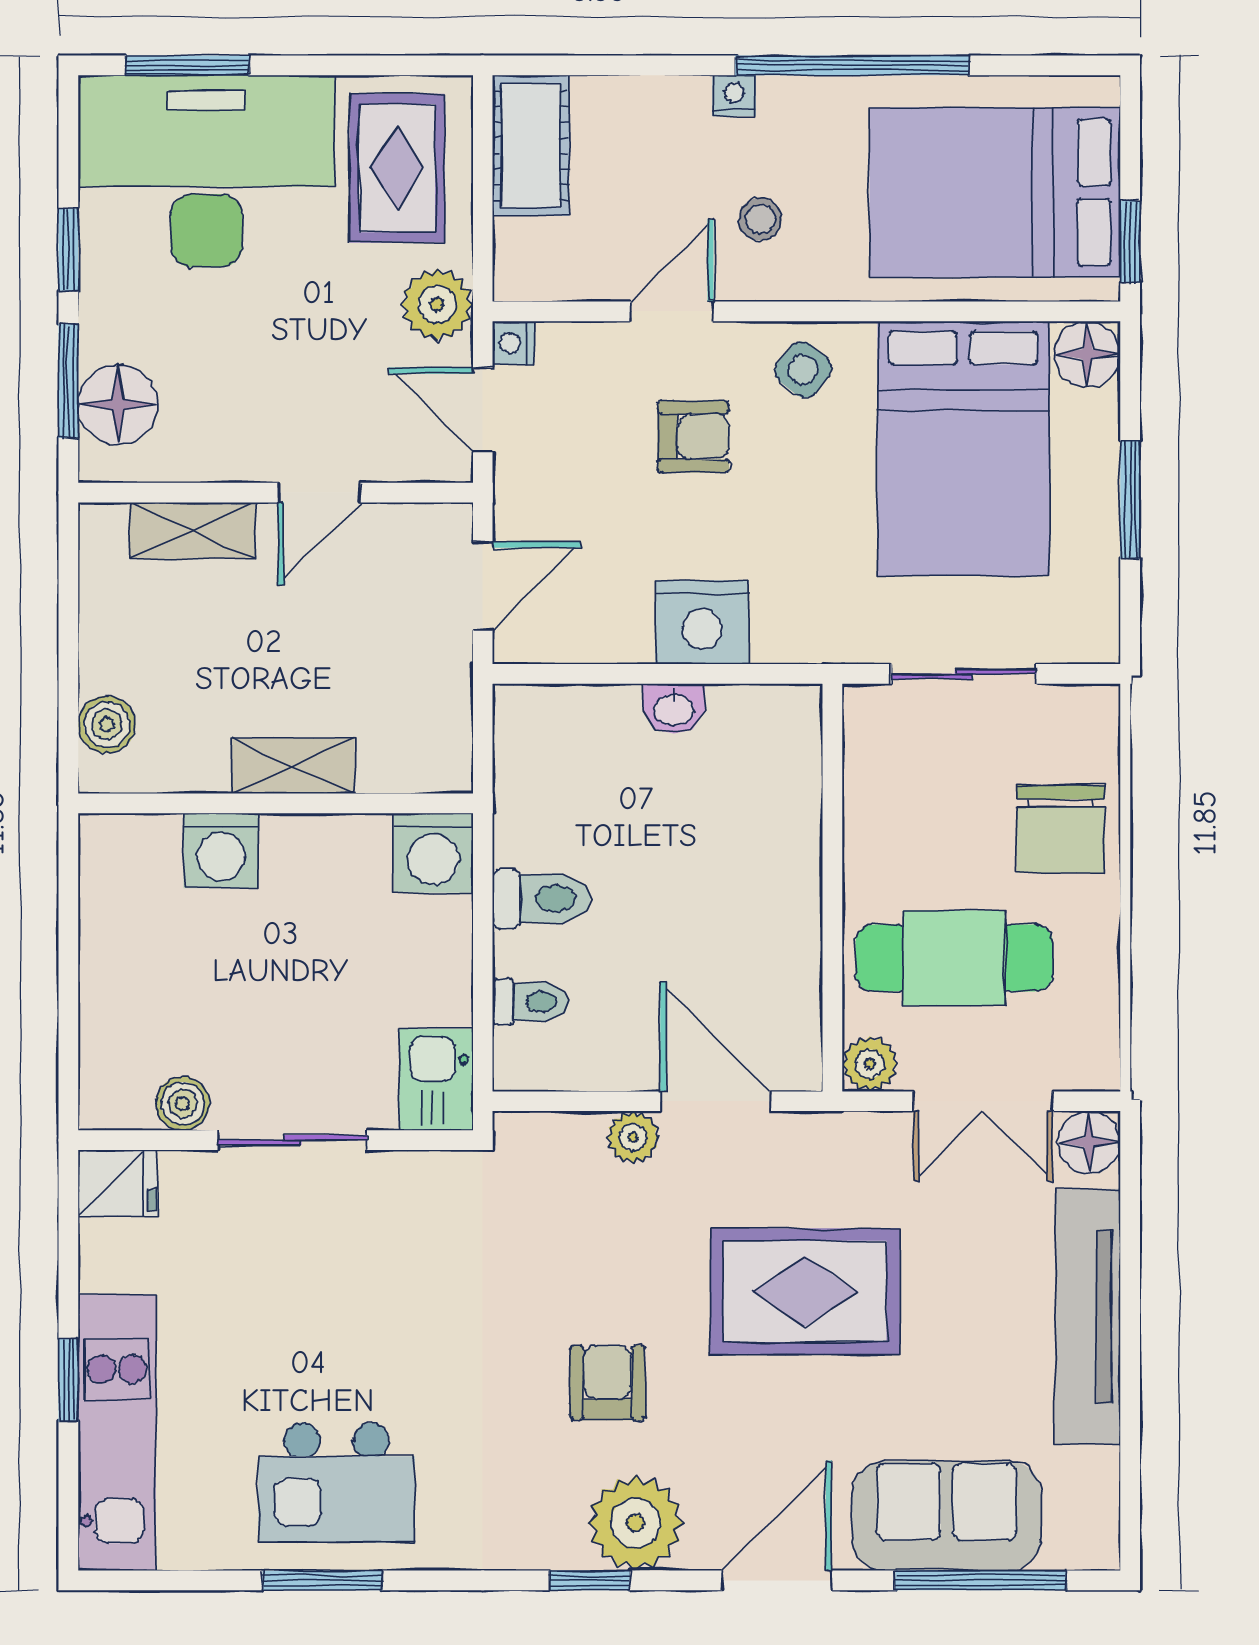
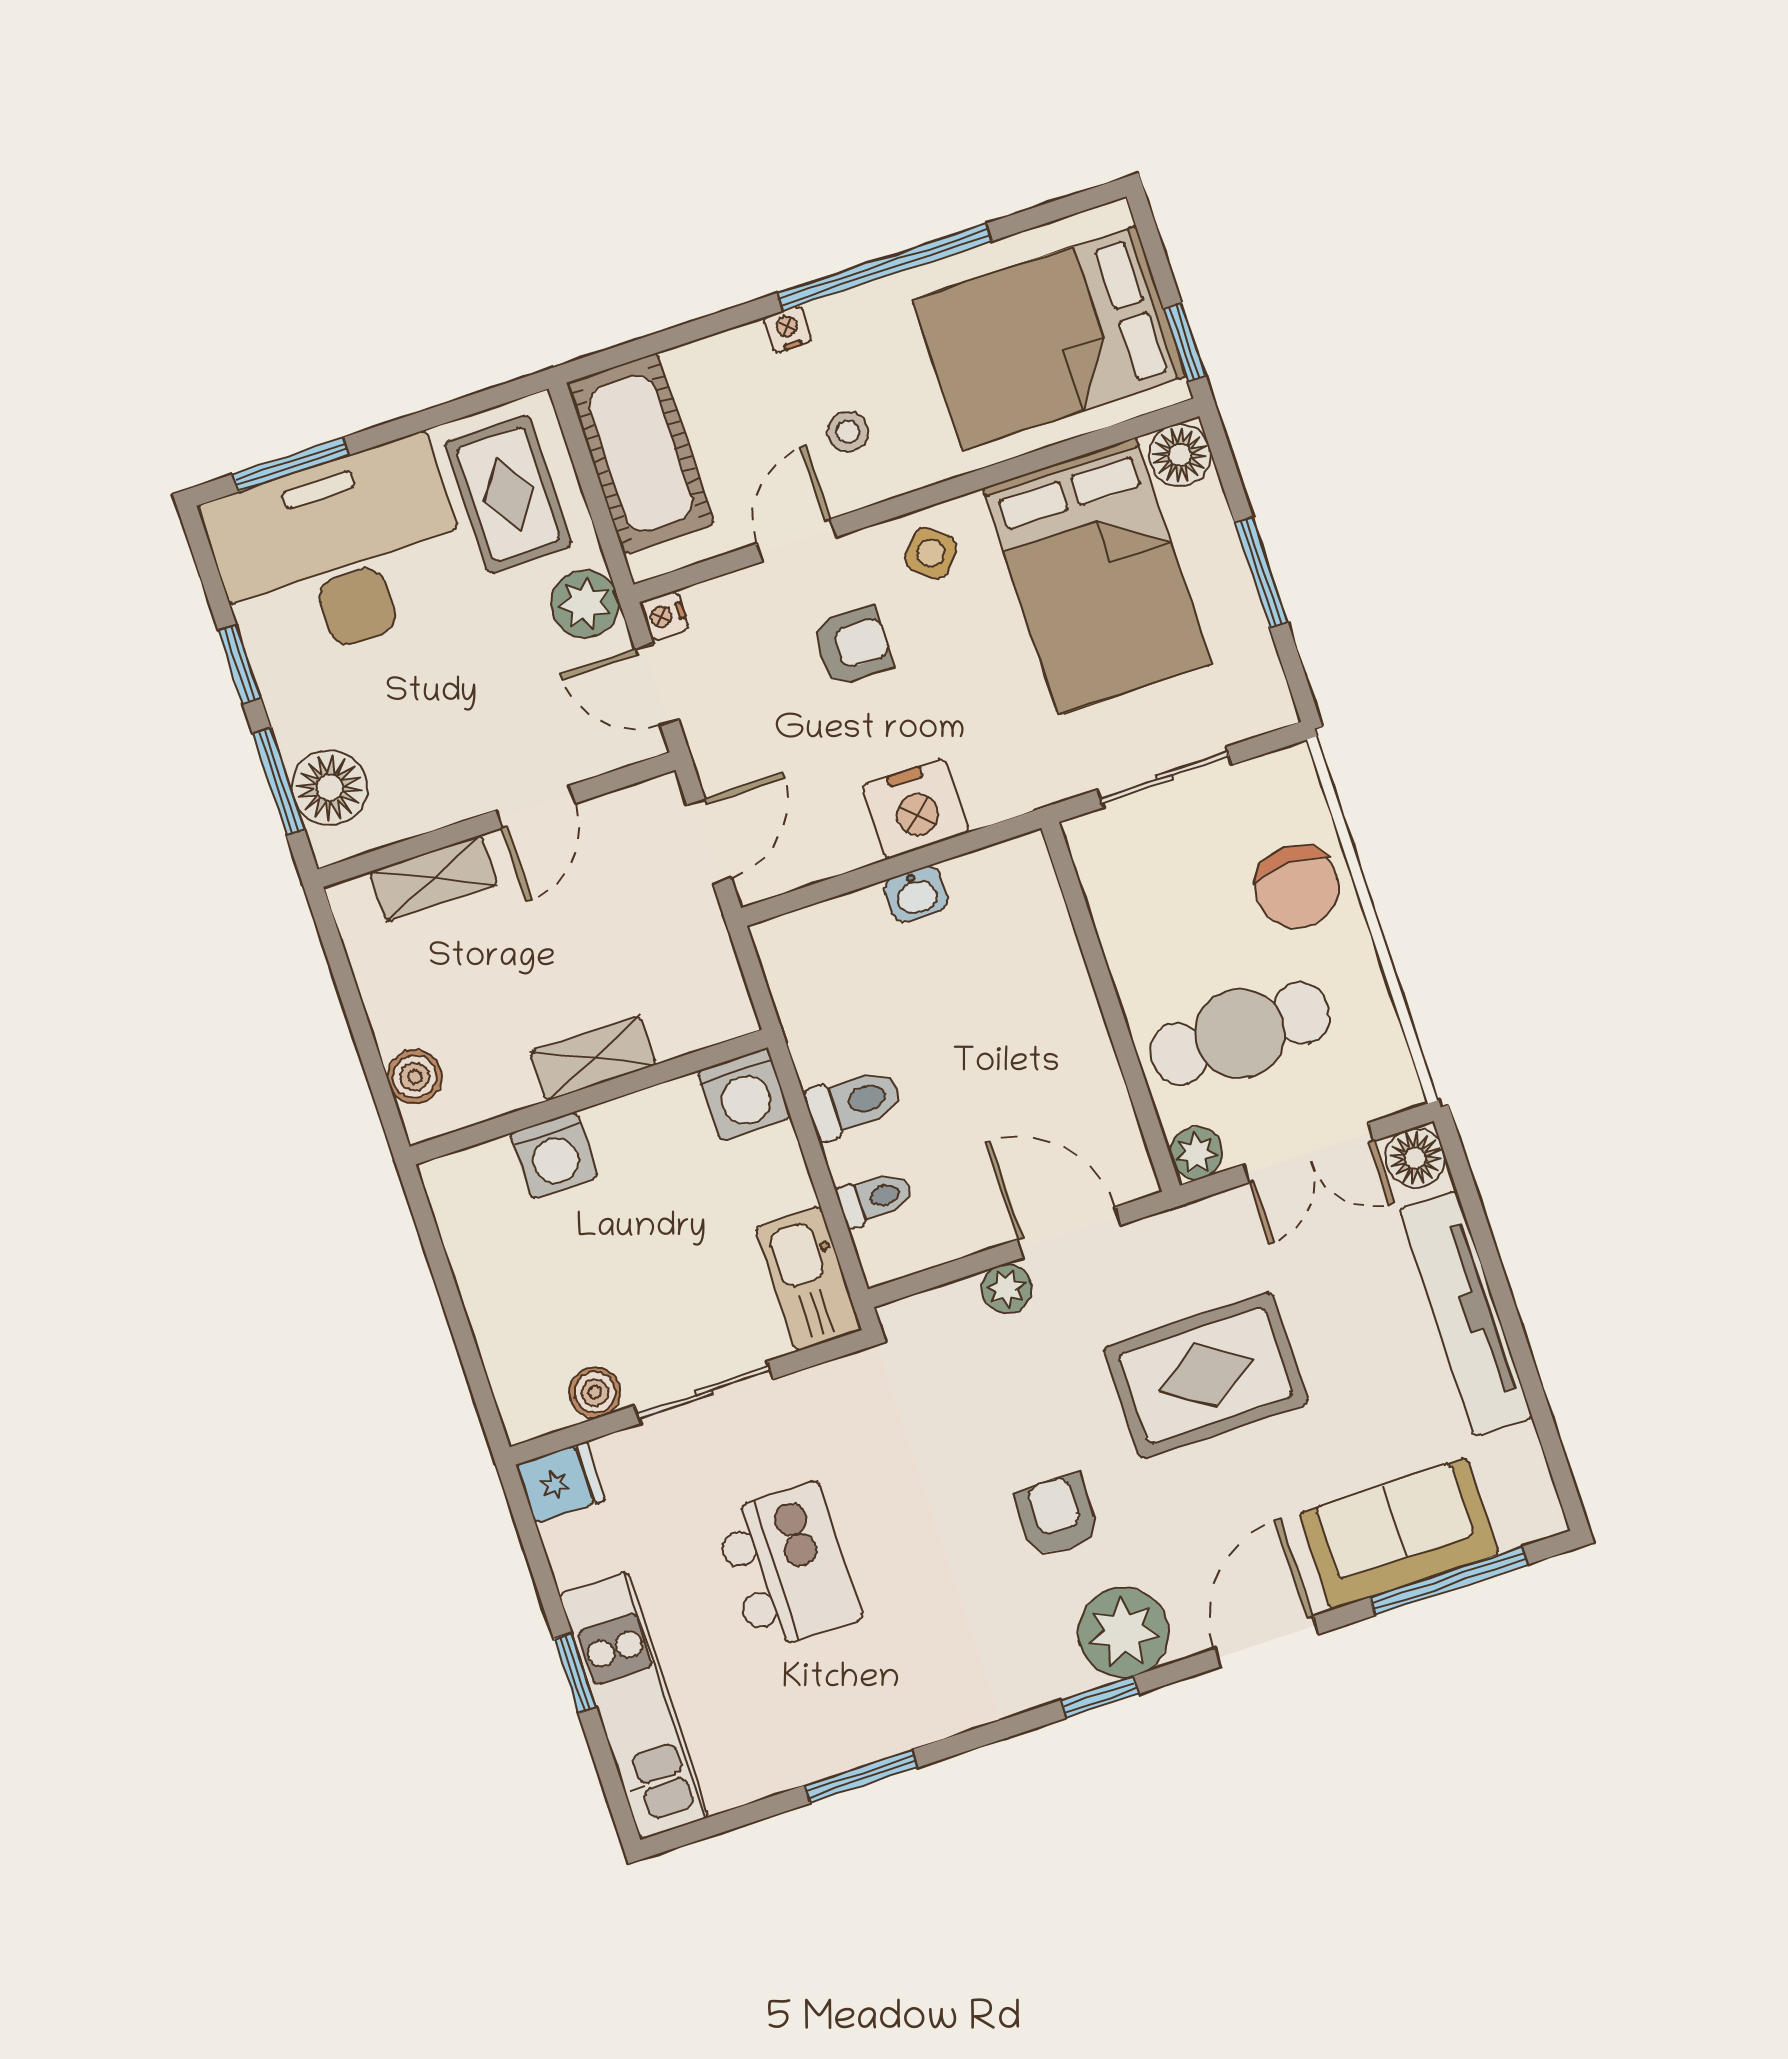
cot: (531, 146) -> (640, 453), width x1.37, depth x1.34
kitchen sink: (436, 1080) -> (808, 1279), width x1.38
kitchen island: (337, 1483) -> (787, 1567), moved, turned -90

